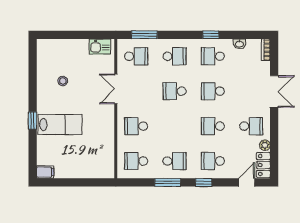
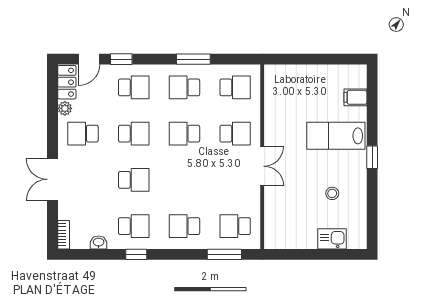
kitchen sink: (100, 47) -> (332, 239), moved
double door: (116, 89) -> (262, 166), moved
school desk: (174, 91) -> (184, 134), moved, turned 180
window: (33, 121) -> (372, 157), moved
filing cabinet: (45, 172) -> (355, 97), moved
window: (204, 182) -> (121, 59), moved

